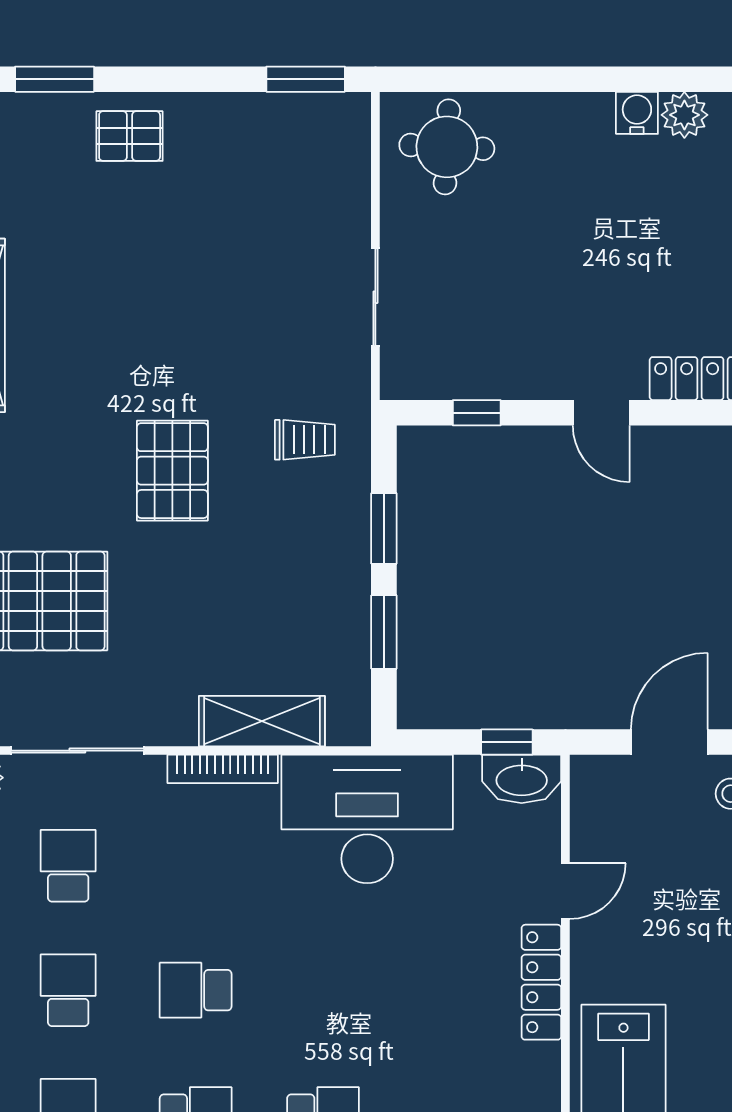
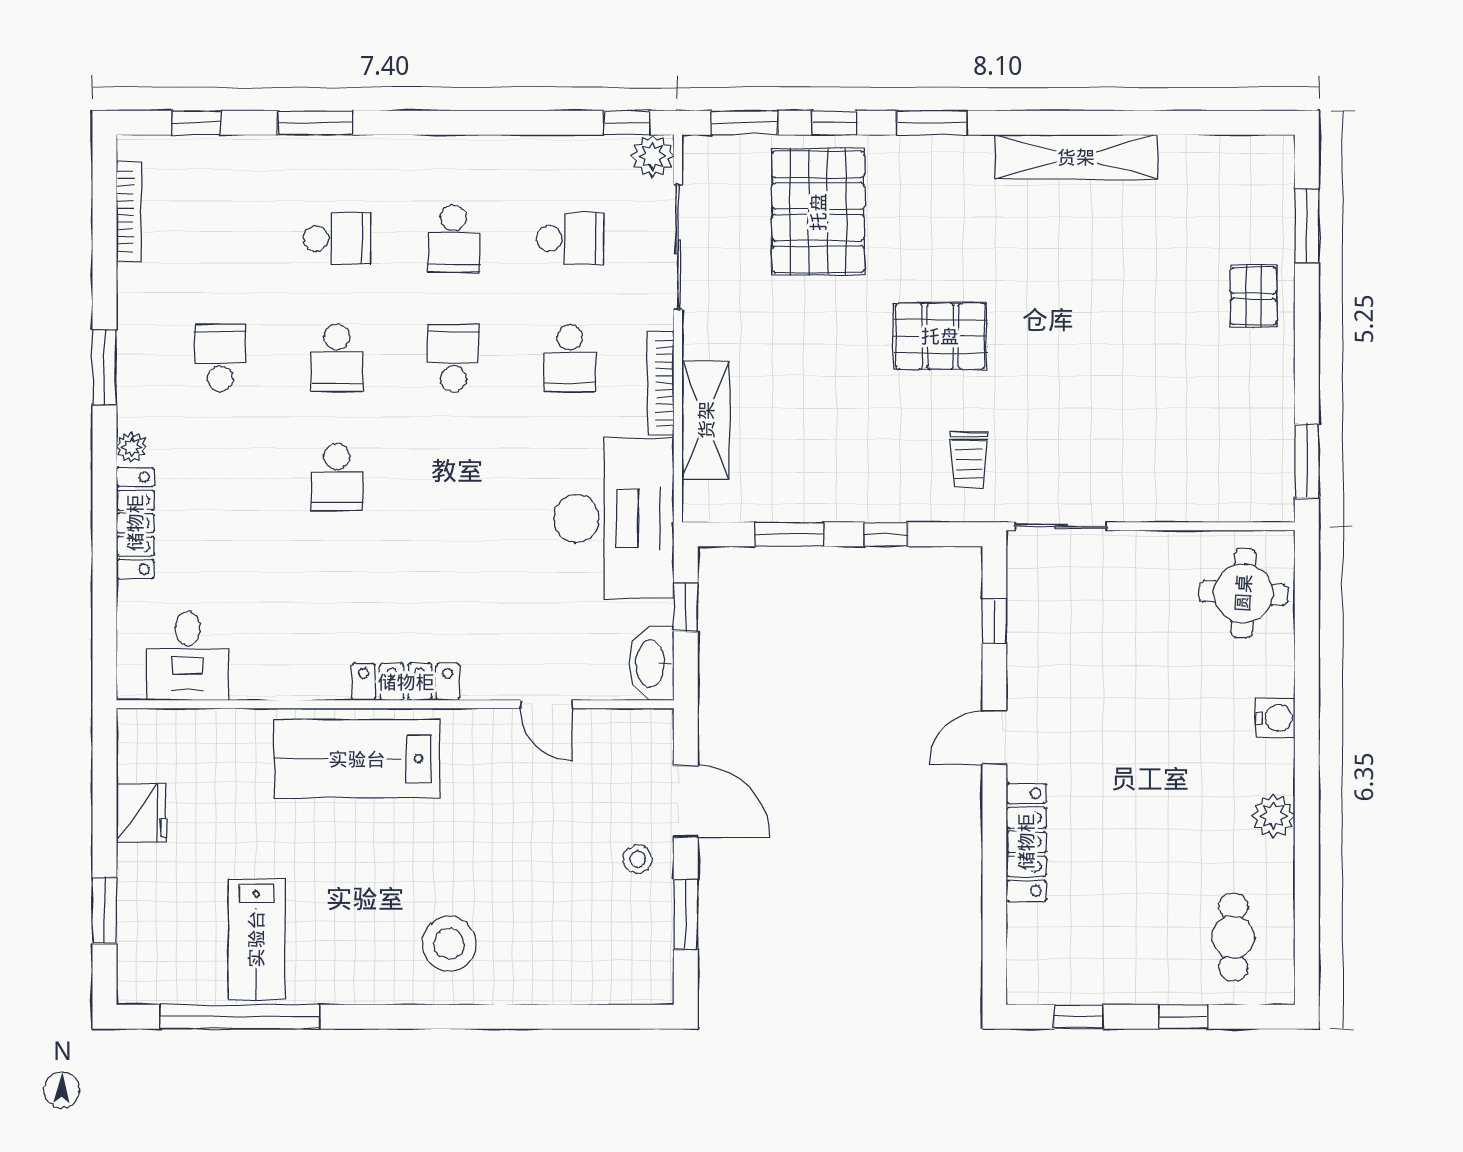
water cooler: (637, 113) -> (1275, 718), moved
sliding door: (375, 297) -> (1061, 526), moved
window: (384, 528) -> (886, 534), width x0.67
window: (507, 742) -> (686, 607), moved
school desk: (196, 866) -> (570, 358), added
locker: (541, 982) -> (406, 682), moved
school desk: (68, 990) -> (453, 238), turned 90

